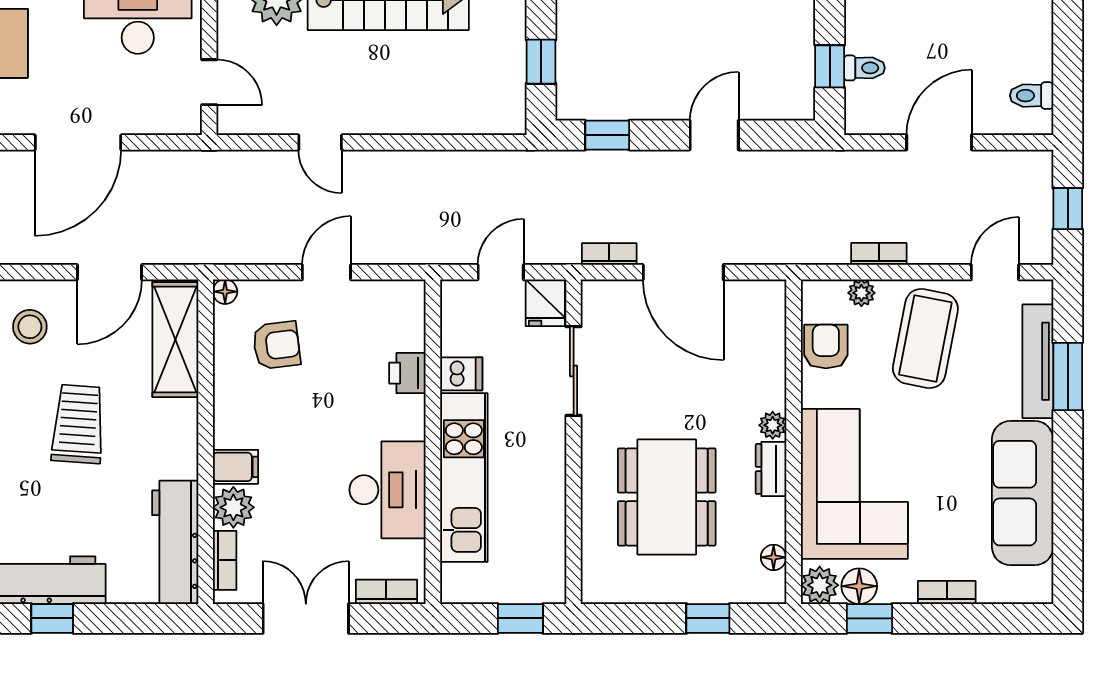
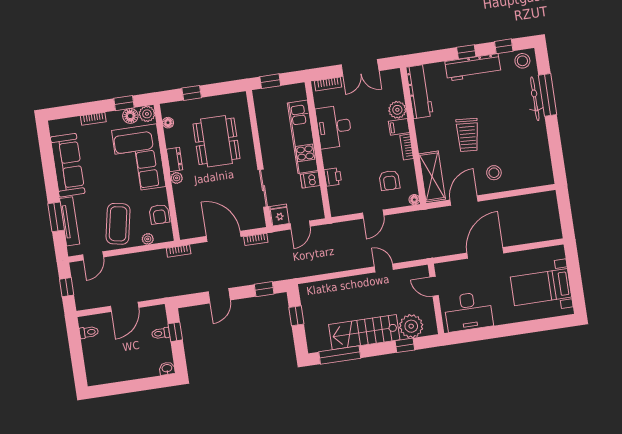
bookcase: (879, 254) -> (179, 251), moved
armchair: (276, 345) -> (389, 180), turned -83
bookcase: (225, 560) -> (407, 147), moved

